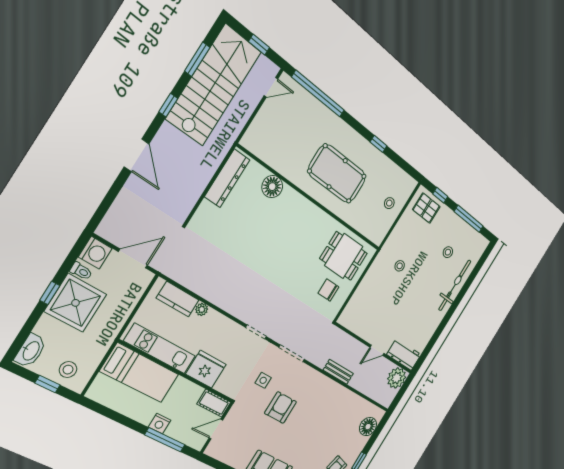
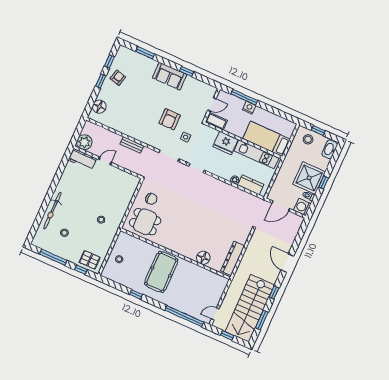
pool table: (337, 174) -> (161, 272), turned 90

